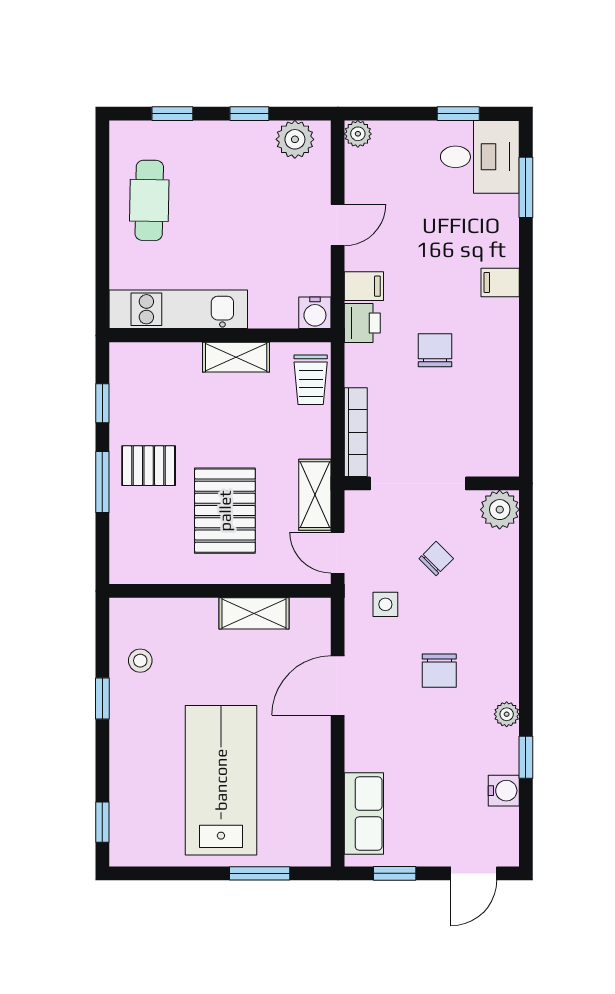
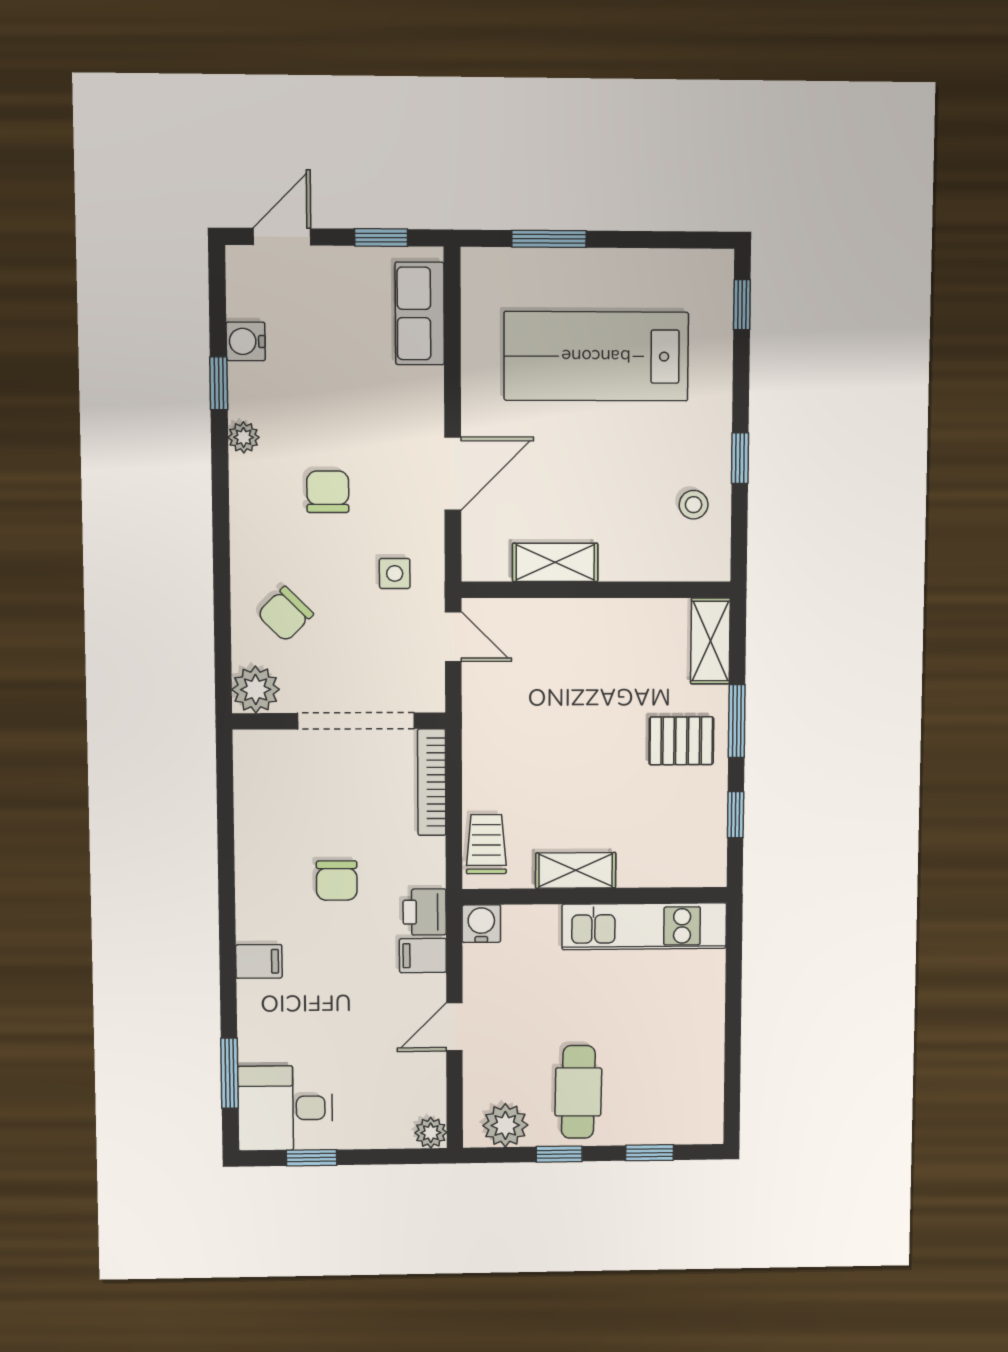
cafe table: (149, 200) -> (578, 1092), moved
shelving: (315, 495) -> (710, 641), moved
pallet: (225, 511) -> (590, 687), removed
chair: (436, 559) -> (285, 614), moved, width x1.37, depth x1.37
lab bench: (221, 780) -> (596, 356), turned 90

